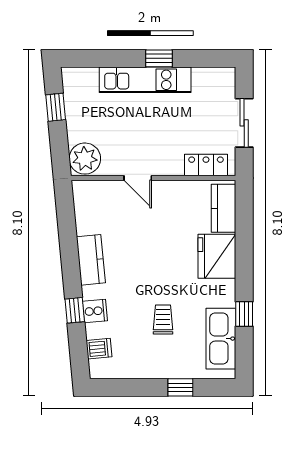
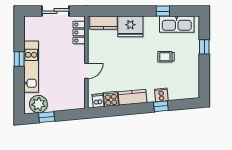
plant: (85, 159) -> (38, 104), moved
cooker: (88, 222) -> (111, 99), added
dishwasher: (99, 349) -> (98, 101), moved

